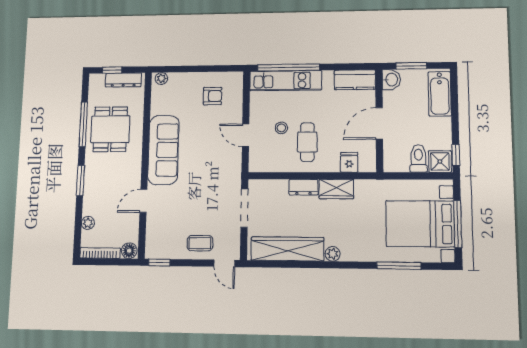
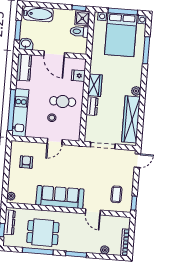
coffee table: (200, 243) -> (116, 194), moved
floor lamp: (129, 251) -> (125, 223), removed

